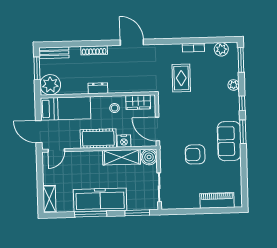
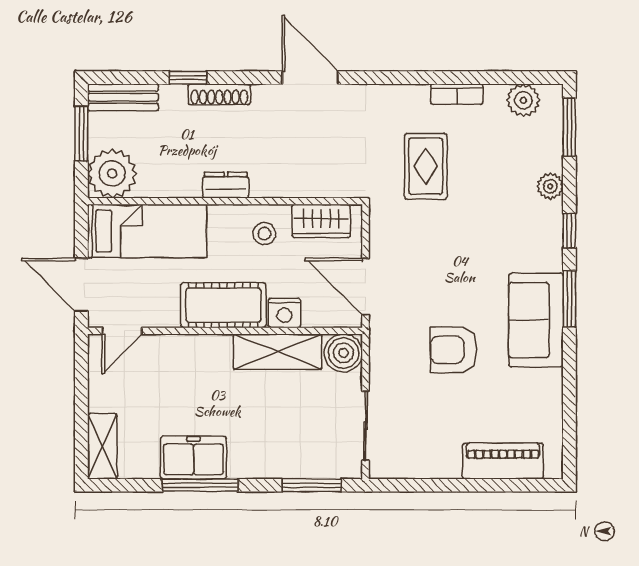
window: (81, 44) -> (188, 78), added
freezer: (100, 200) -> (193, 458), width x0.52, depth x0.79

